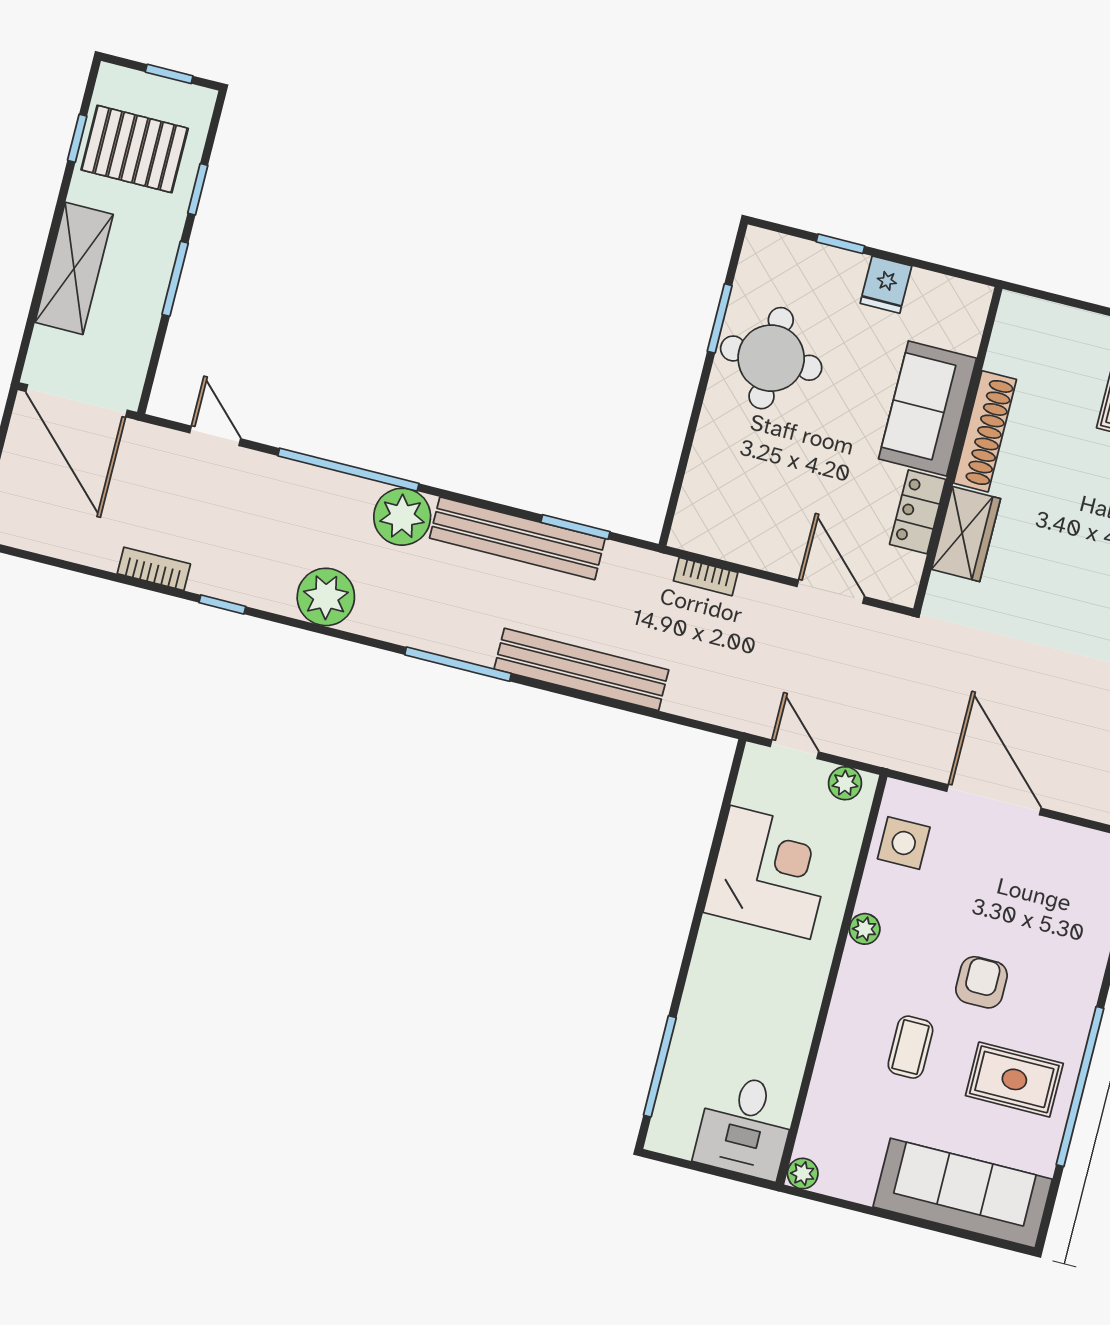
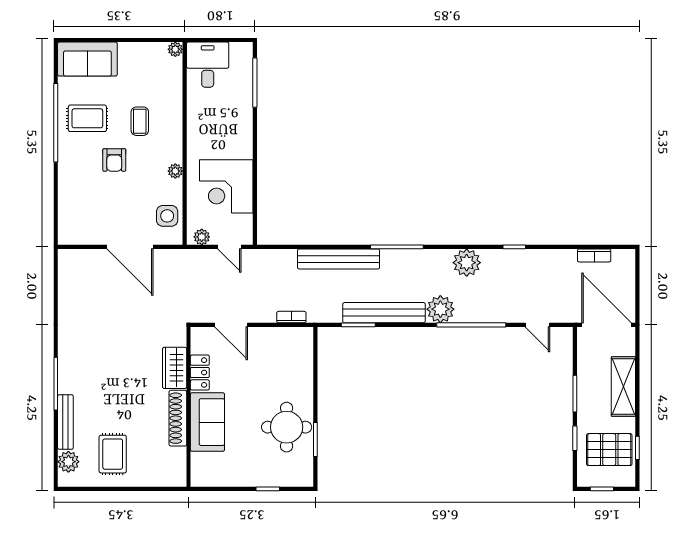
fridge: (886, 285) -> (242, 475), removed
bookcase: (154, 569) -> (594, 255), moved
sofa: (963, 1193) -> (87, 59), width x0.73

